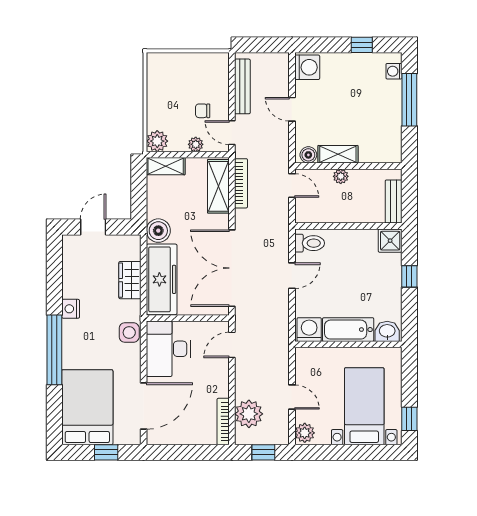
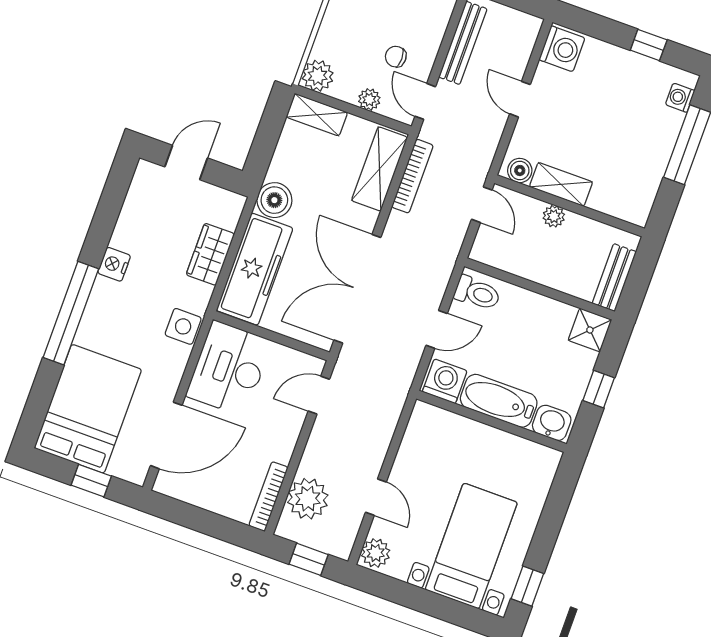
washing machine: (309, 330) -> (445, 381), moved
bathtub: (348, 330) -> (499, 401), moved
washbasin: (387, 331) -> (552, 423), moved
wall: (348, 344) -> (491, 421), moved

